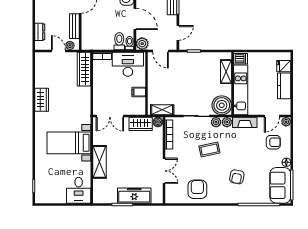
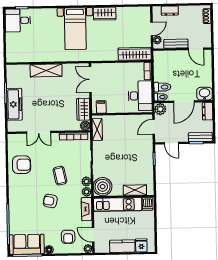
filing cabinet: (139, 92) -> (101, 107), moved
bed with nightstands: (69, 143) -> (75, 29), moved, turned 180
armchair: (237, 177) -> (50, 201), moved
desk: (79, 190) -> (18, 20), moved

